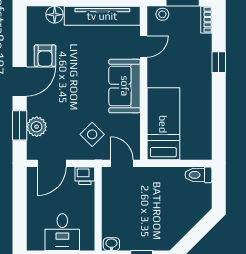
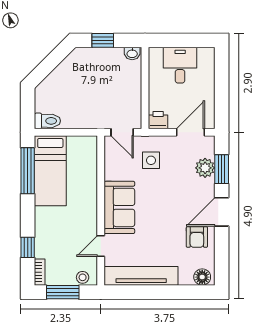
floor lamp: (55, 15) -> (202, 277), moved
armchair: (45, 56) -> (197, 237), turned 180
window: (219, 62) -> (28, 247), moved
bed: (163, 124) -> (50, 171), moved
window: (219, 124) -> (28, 171), added
side table: (92, 134) -> (151, 160), turned 45

